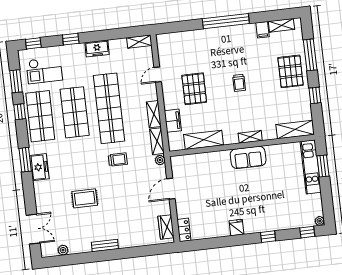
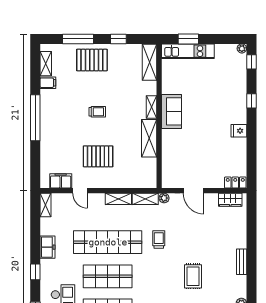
filing cabinet: (173, 121) -> (61, 181), moved
shelving: (203, 140) -> (149, 138), moved

